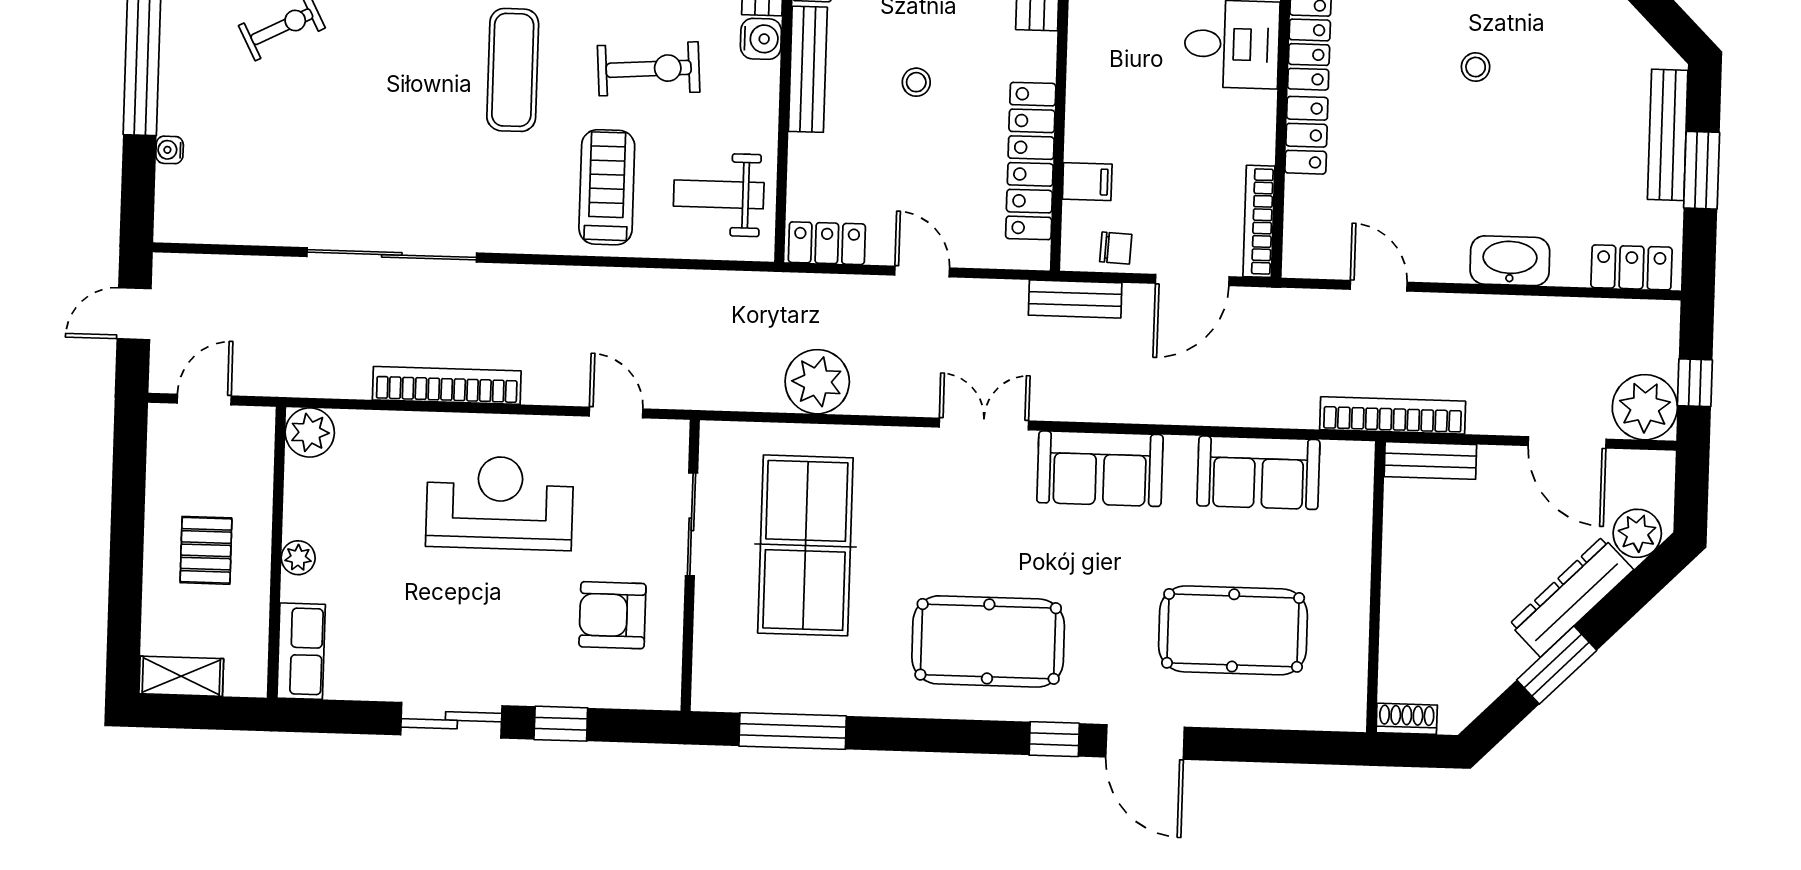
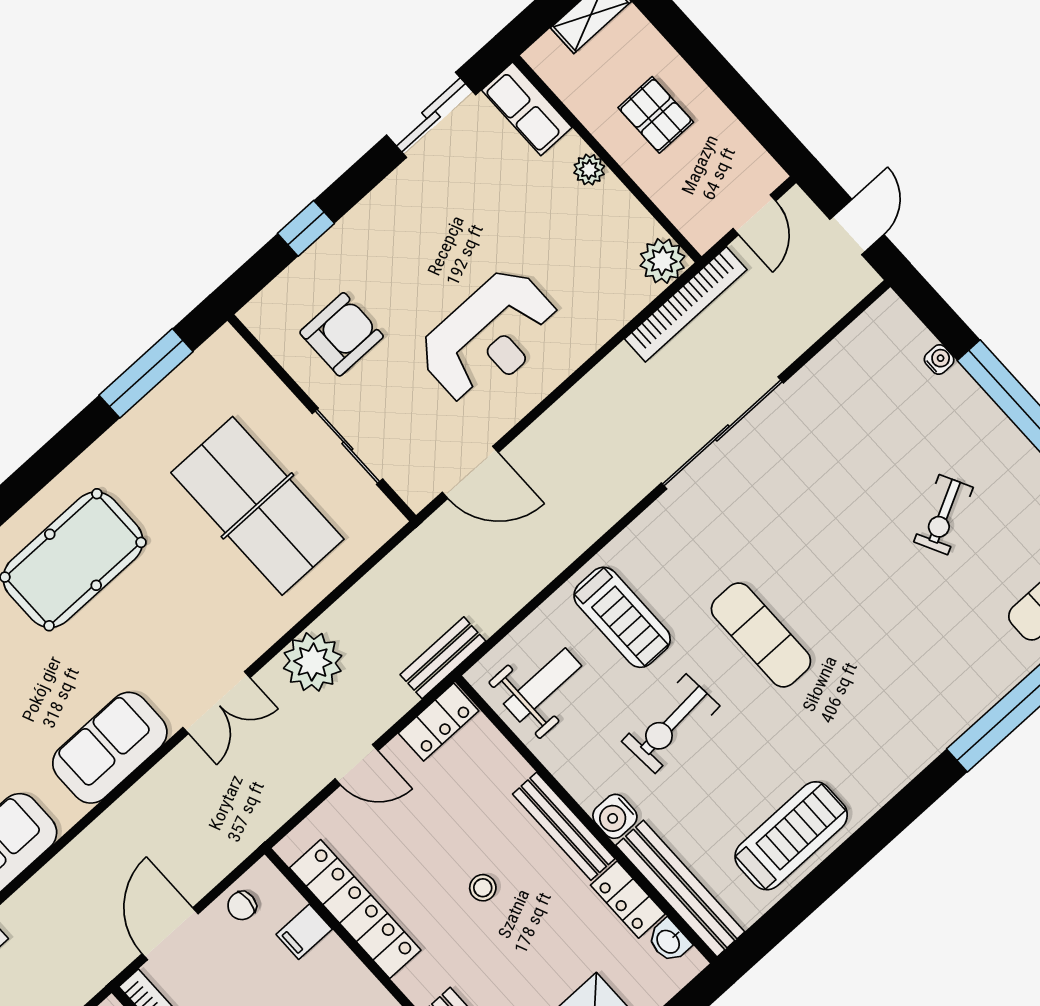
bench: (1075, 299) -> (443, 658), moved
plant: (817, 382) -> (313, 662), moved
bookcase: (447, 385) -> (686, 304), moved
door: (616, 412) -> (470, 472), width x1.38
sliding door: (451, 720) -> (431, 115), moved

